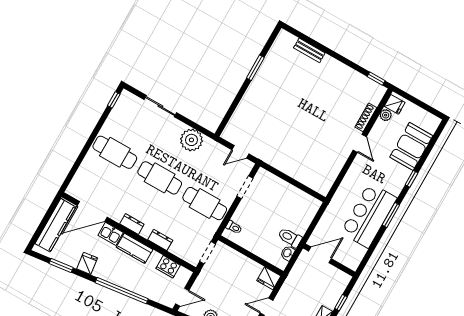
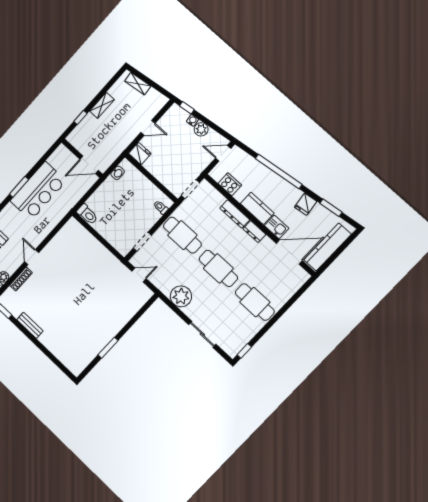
bench: (309, 50) -> (30, 325), moved
toilet: (290, 238) -> (87, 214), moved
dresser: (160, 240) -> (235, 214), width x1.44

